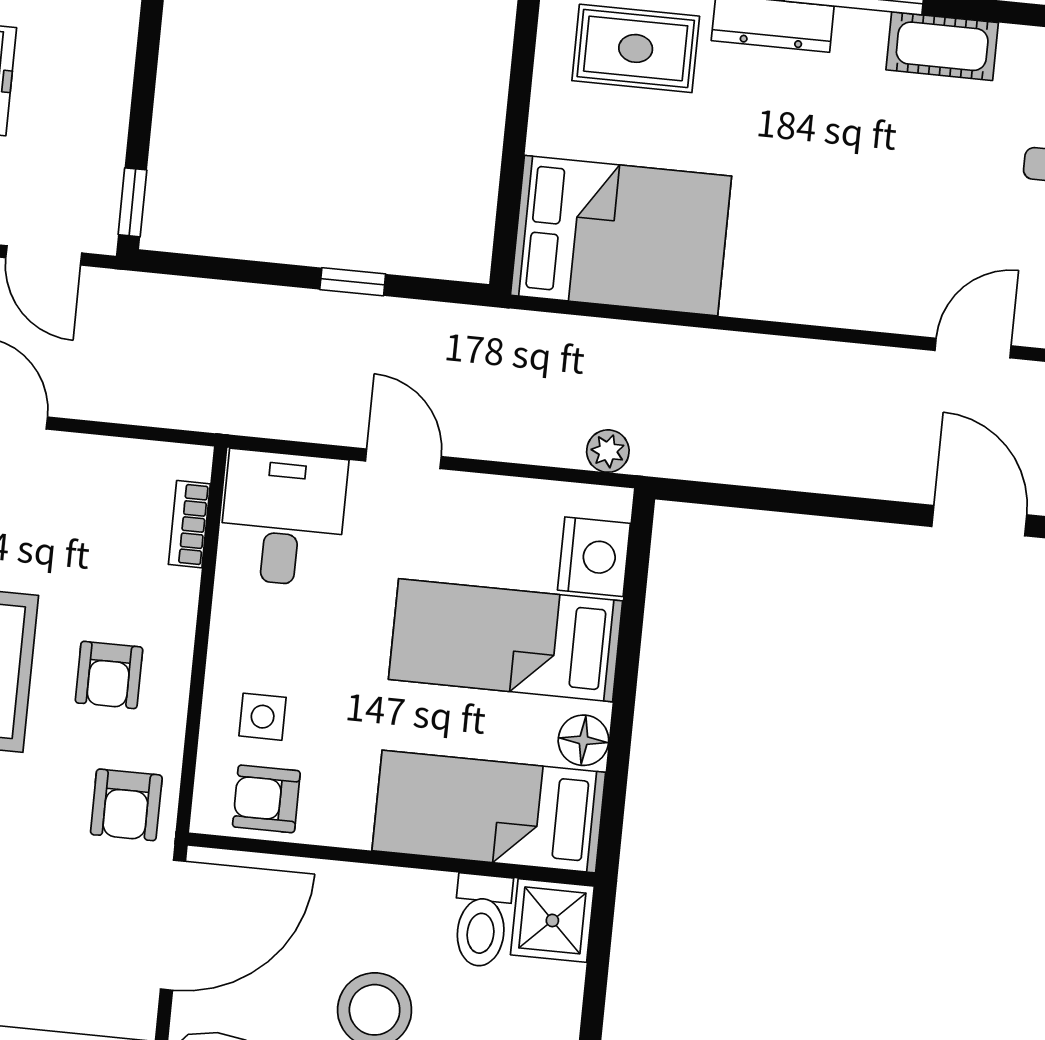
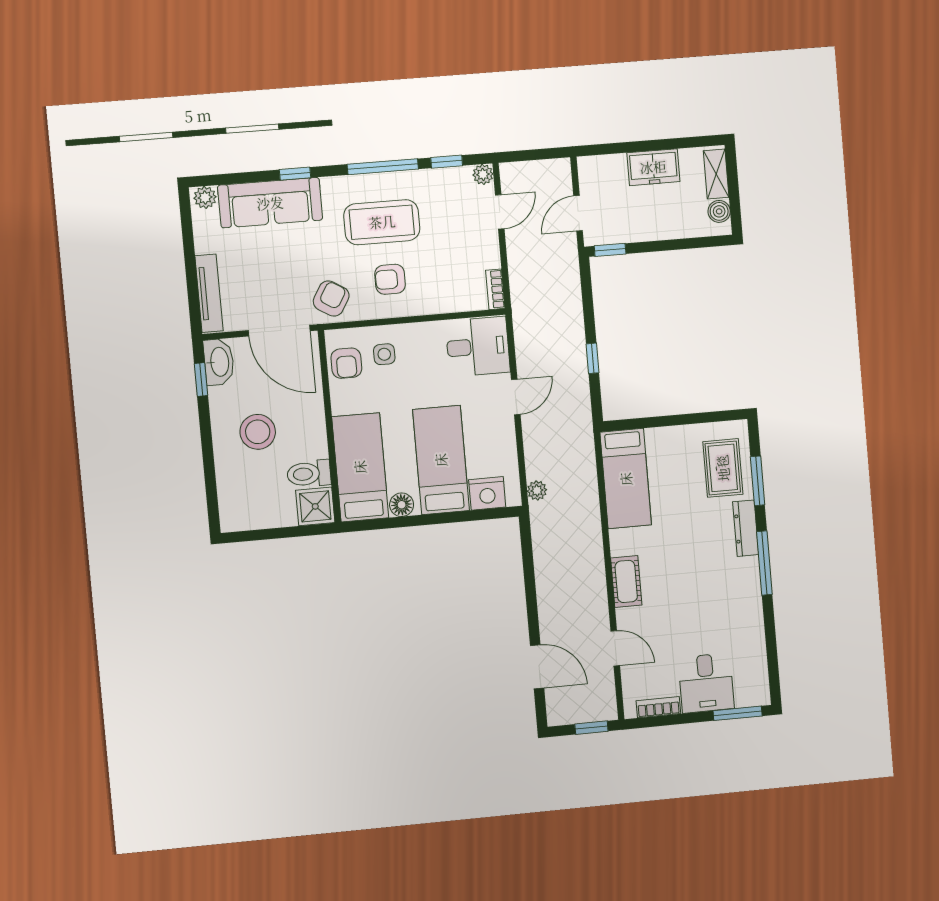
cot: (942, 46) -> (626, 581), moved
bed: (621, 236) -> (626, 479), width x0.67
door: (979, 521) -> (537, 667), hinge flipped
bookcase: (189, 524) -> (495, 289), moved, turned -90
armchair: (266, 799) -> (346, 363), turned 180
armchair: (126, 805) -> (331, 299), turned 121

